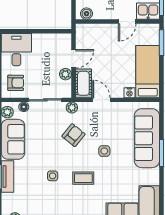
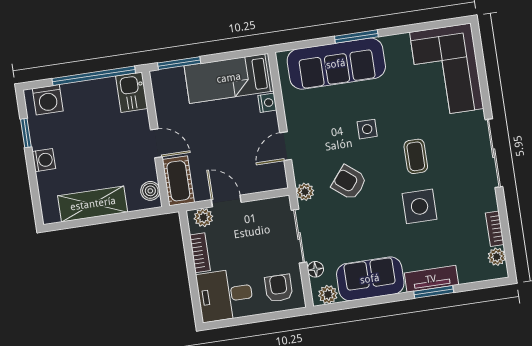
door: (127, 22) -> (156, 143), moved
bookcase: (44, 38) -> (200, 253), added
plant: (65, 74) -> (203, 217), moved
cot: (83, 83) -> (178, 181), moved, turned 90
side table: (53, 176) -> (420, 206), width x1.87, depth x1.87

